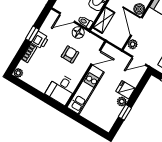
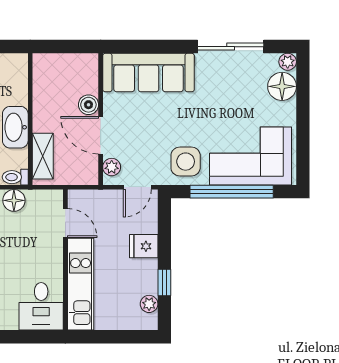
armchair: (70, 54) -> (22, 243), removed
door: (96, 57) -> (65, 223), hinge flipped
plant: (122, 102) -> (149, 304), moved

